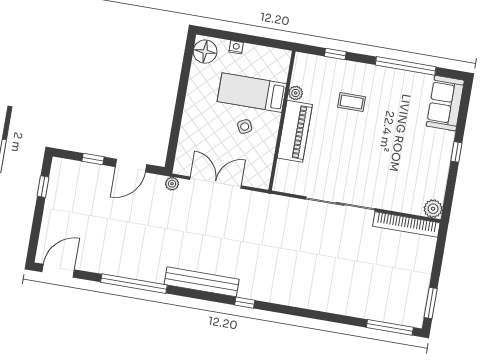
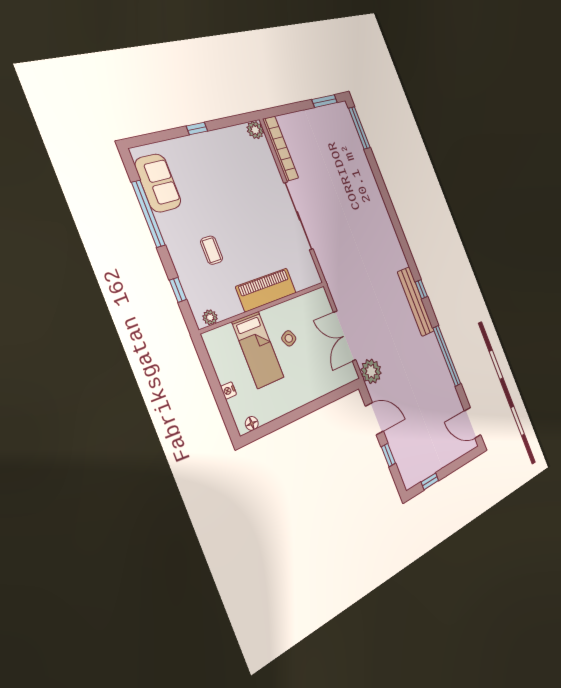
floor lamp: (205, 52) -> (252, 423), width x0.53, depth x0.53
plant: (296, 93) -> (210, 317), moved
sofa: (445, 103) -> (158, 183), moved, turned -90
plant: (172, 184) -> (371, 371), width x1.88, depth x1.88
window: (245, 303) -> (421, 289), moved

